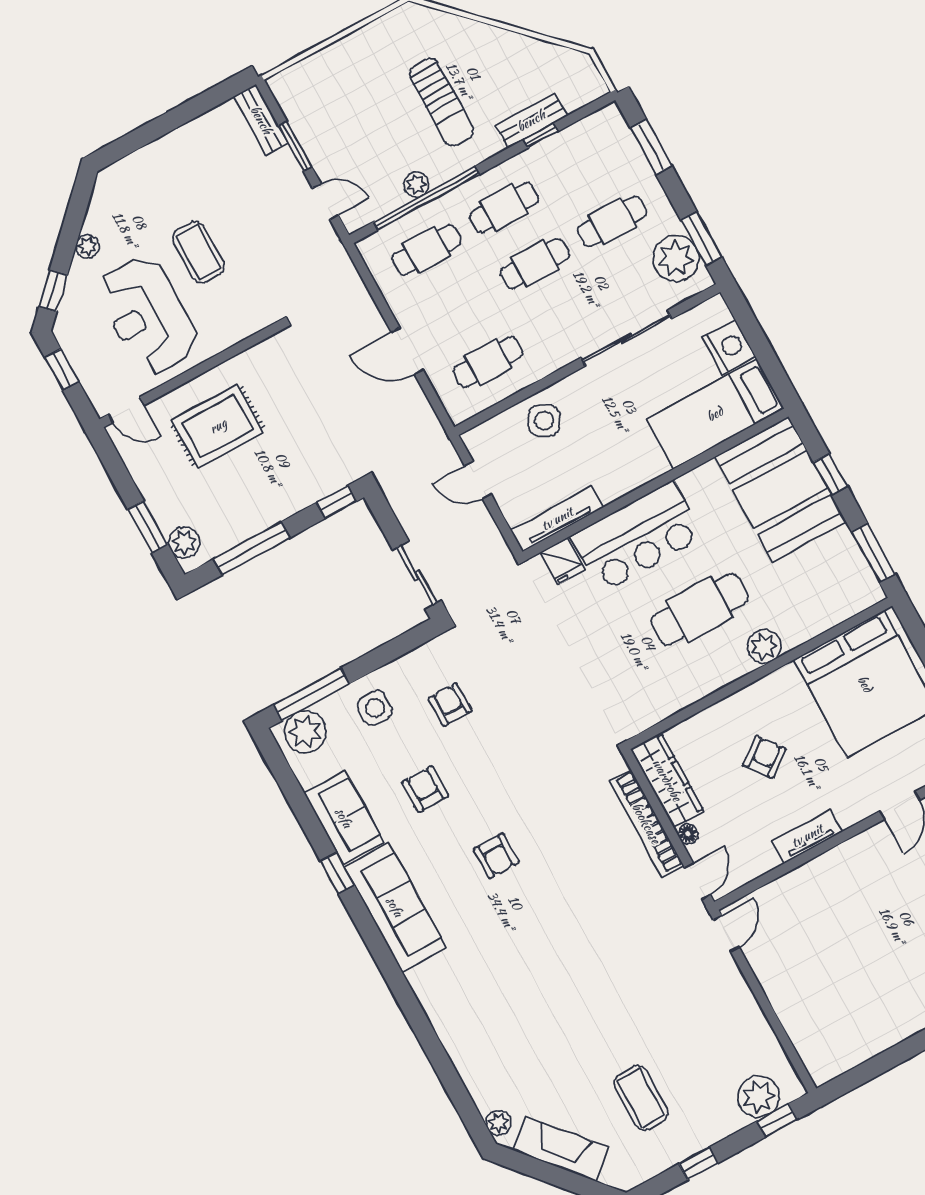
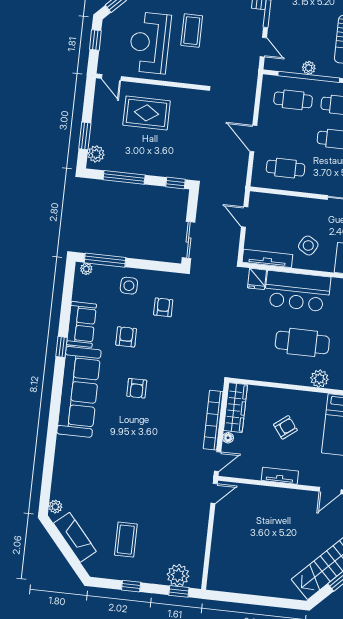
side table: (544, 421) -> (308, 246), moved
plant: (305, 732) -> (86, 269), width x0.53, depth x0.53
sofa: (395, 907) -> (79, 392), width x1.36, depth x1.27

